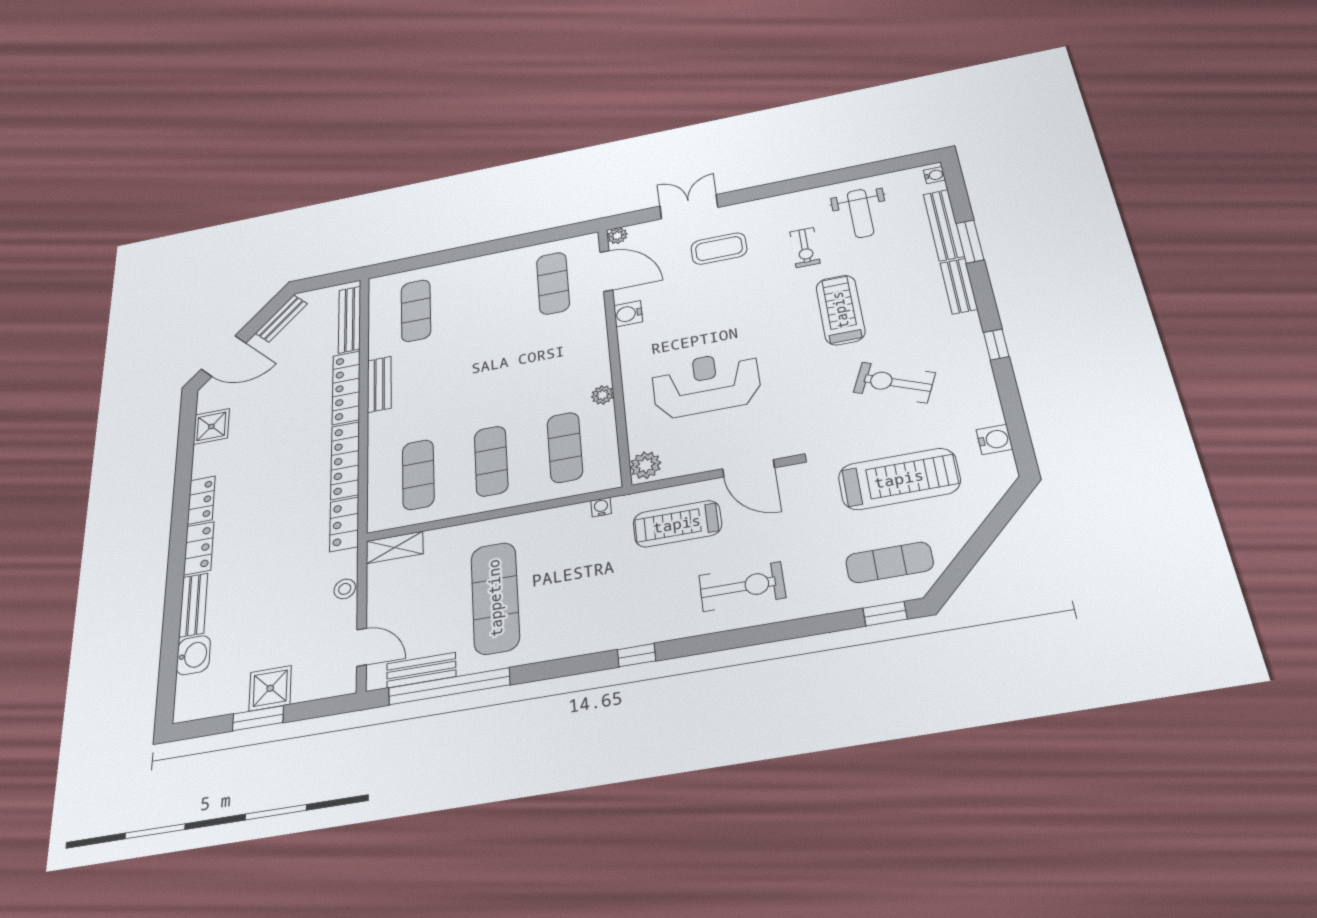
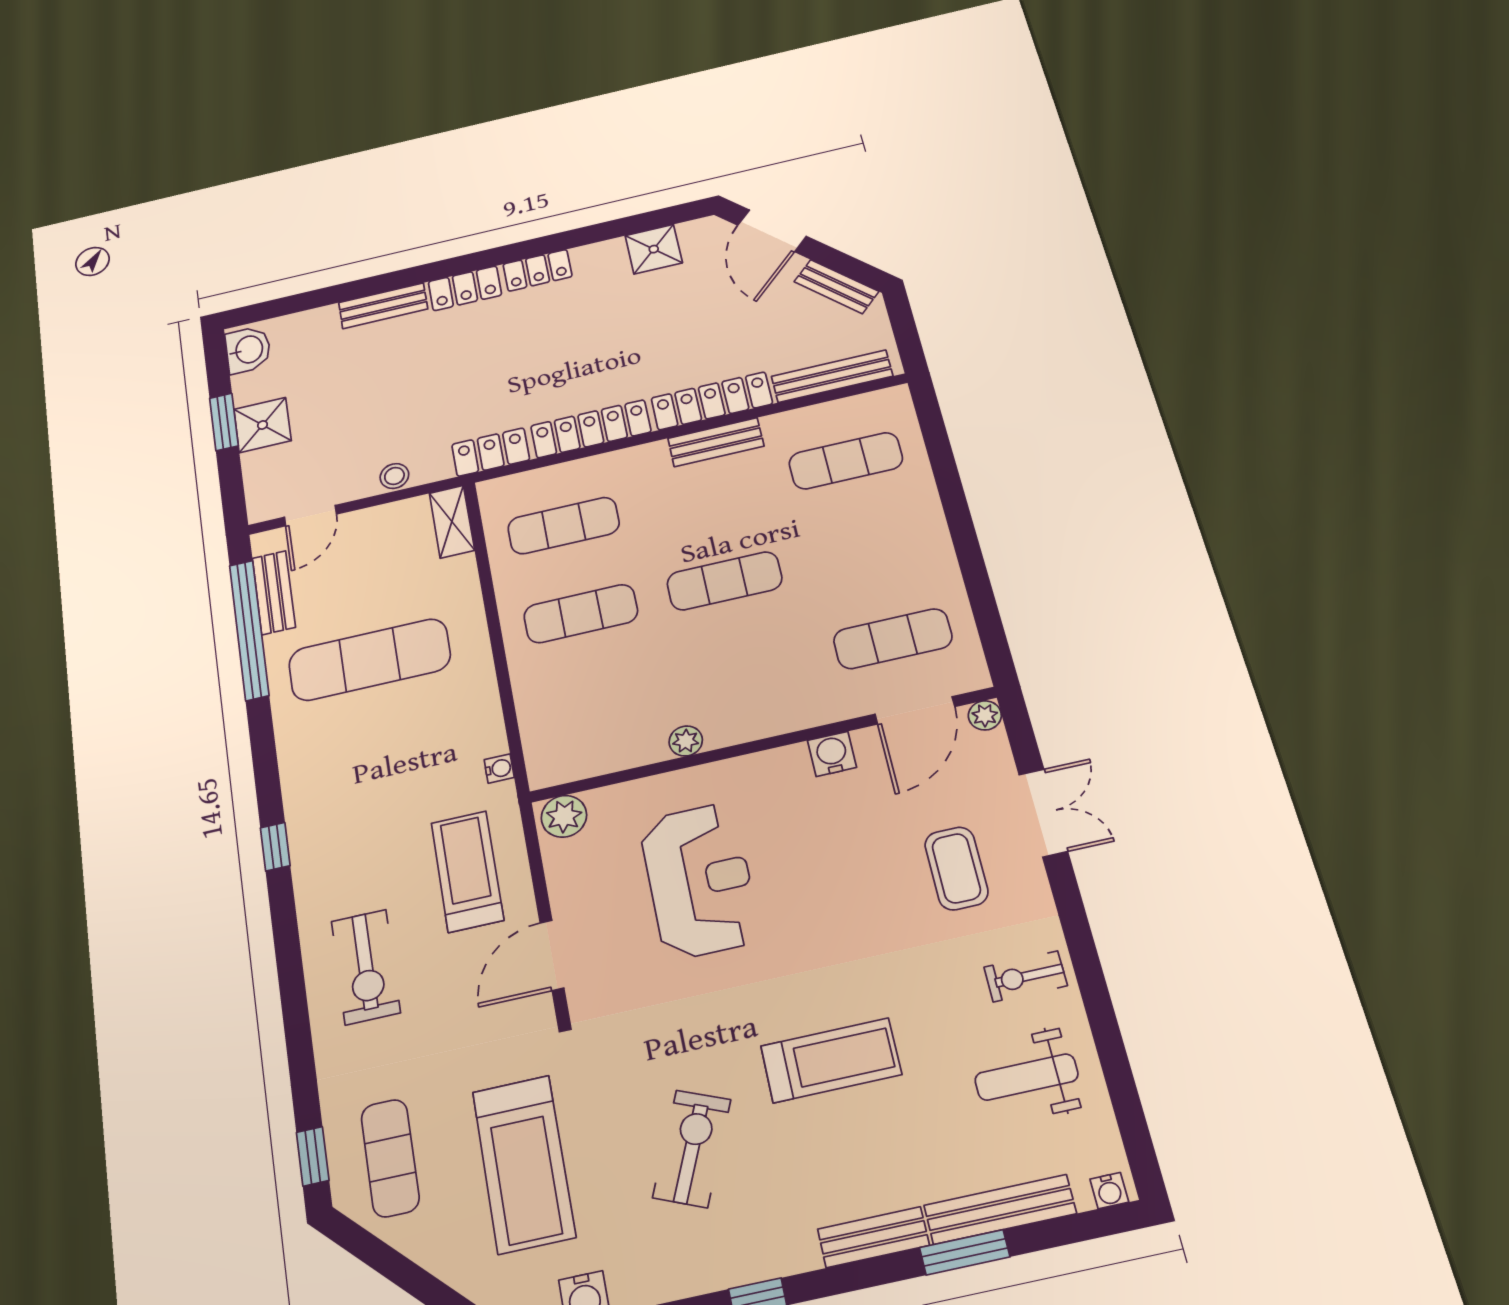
exercise bike: (805, 247) -> (1026, 976), moved
exercise mat: (565, 447) -> (724, 581), moved
washbasin: (193, 655) -> (248, 350), moved, turned -90

